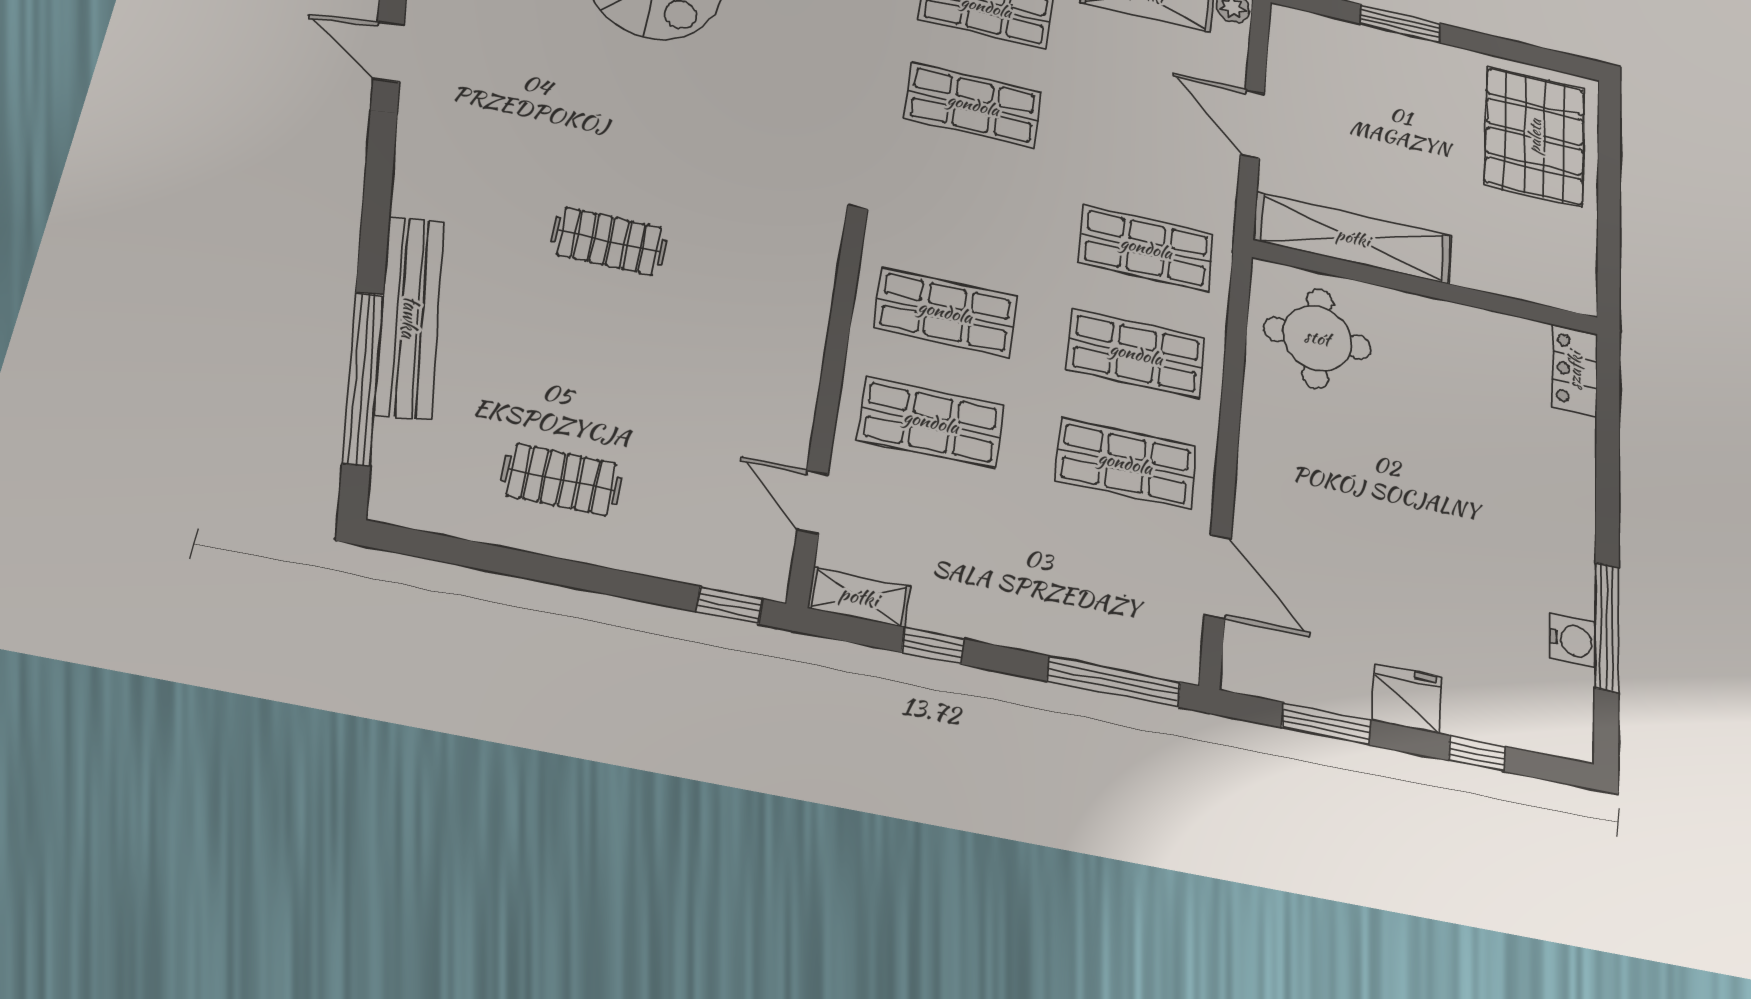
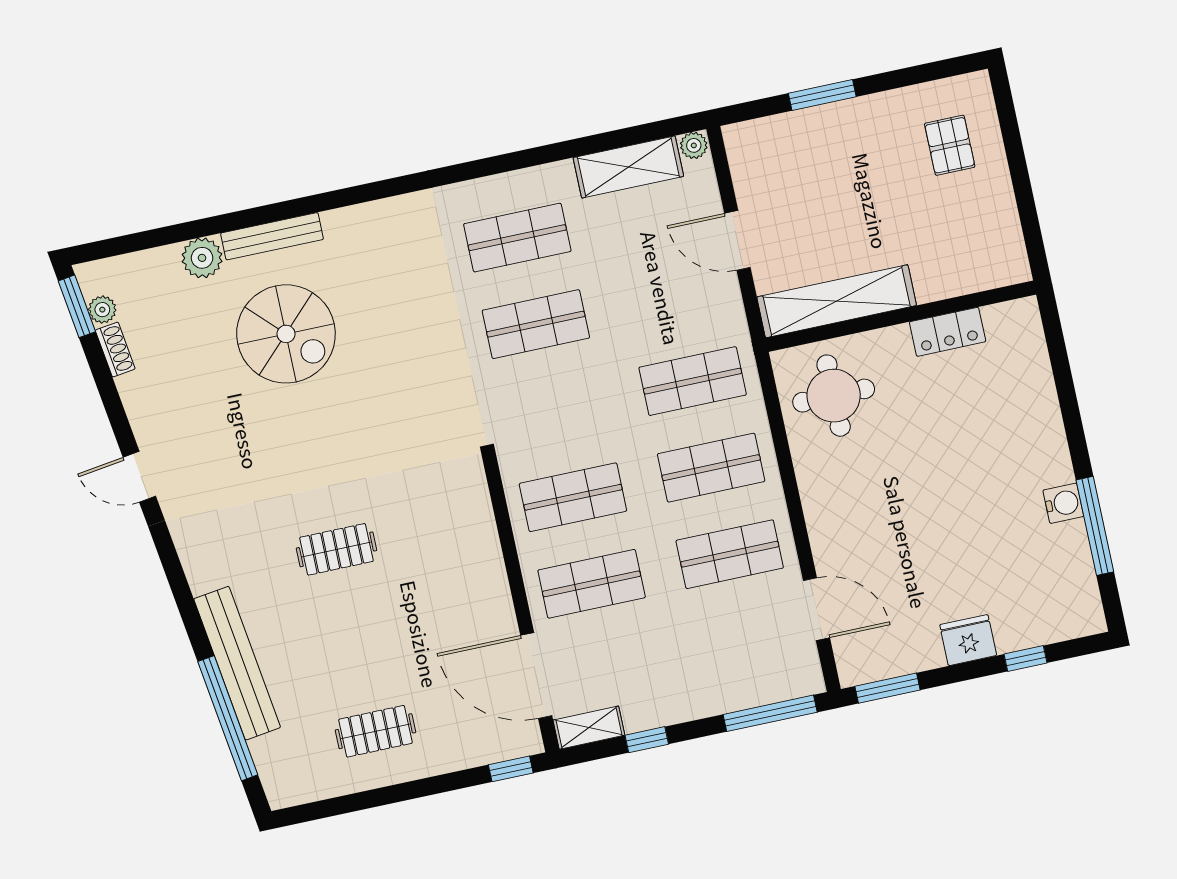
pallet: (1535, 136) -> (950, 145), width x0.49, depth x0.50
locker: (1575, 370) -> (948, 332), moved, turned -90
door: (813, 502) -> (536, 676), width x1.88
water cooler: (1572, 640) -> (1063, 503), moved
window: (1326, 724) -> (888, 688), moved

